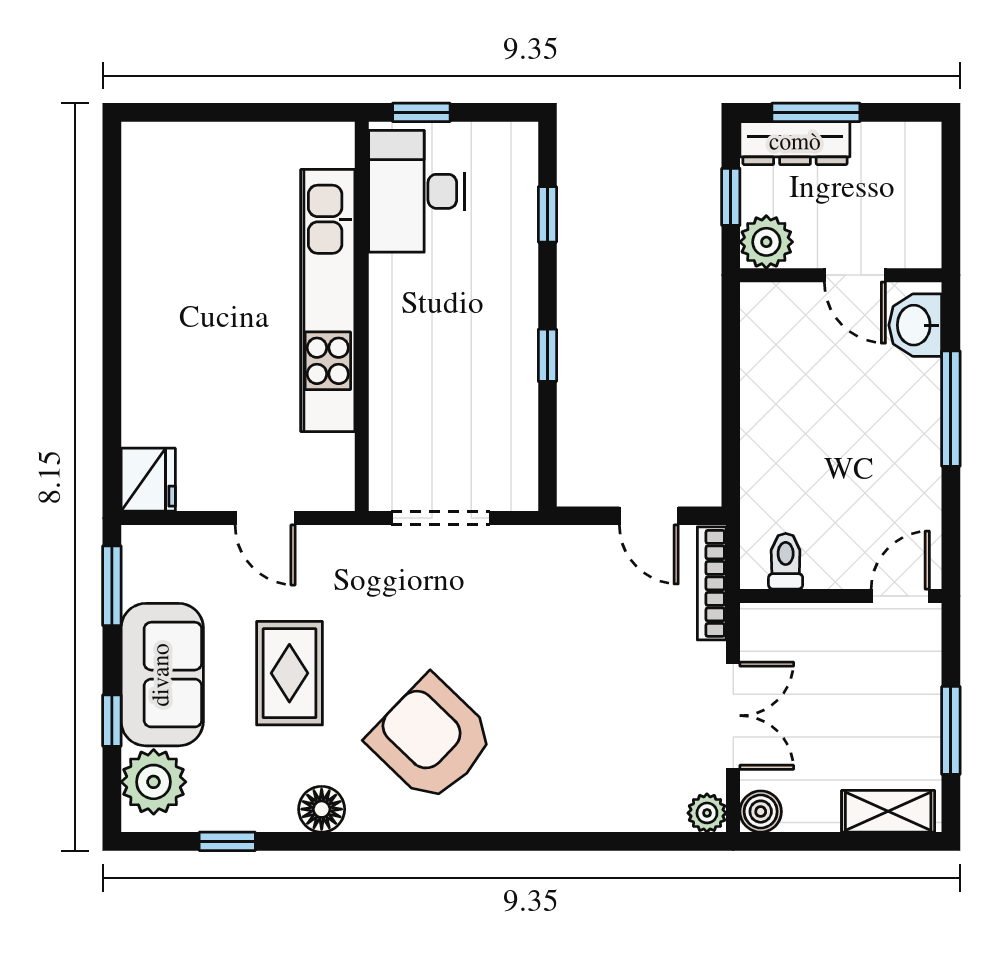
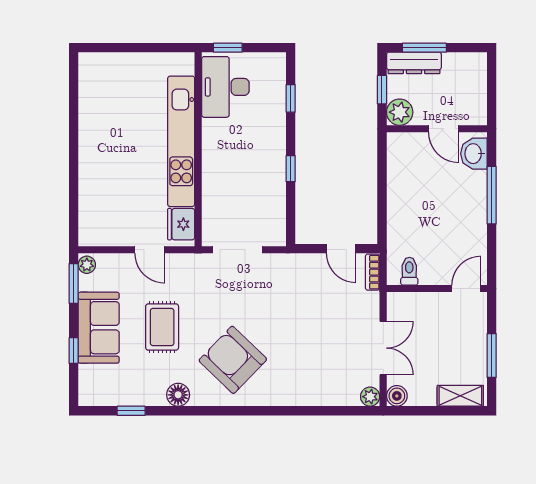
fridge: (148, 480) -> (181, 224), moved, turned 180
bookcase: (712, 583) -> (372, 272), width x0.64
plant: (154, 782) -> (87, 265), moved, width x0.53, depth x0.53

